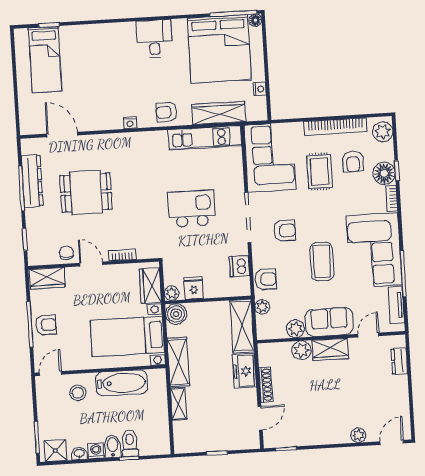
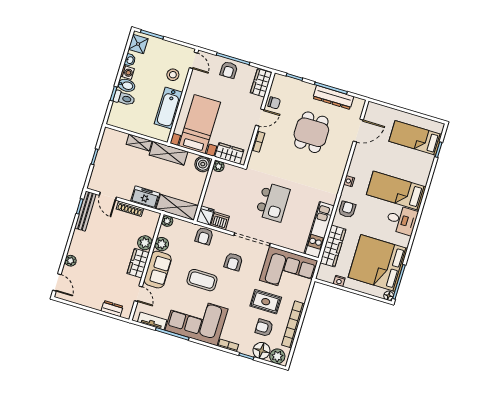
bed: (120, 59) -> (396, 191), added
floor lamp: (384, 173) -> (261, 351), moved
fridge: (194, 288) -> (205, 216), moved, turned -90
plant: (262, 307) -> (167, 221), moved
bench: (289, 440) -> (85, 211), added

